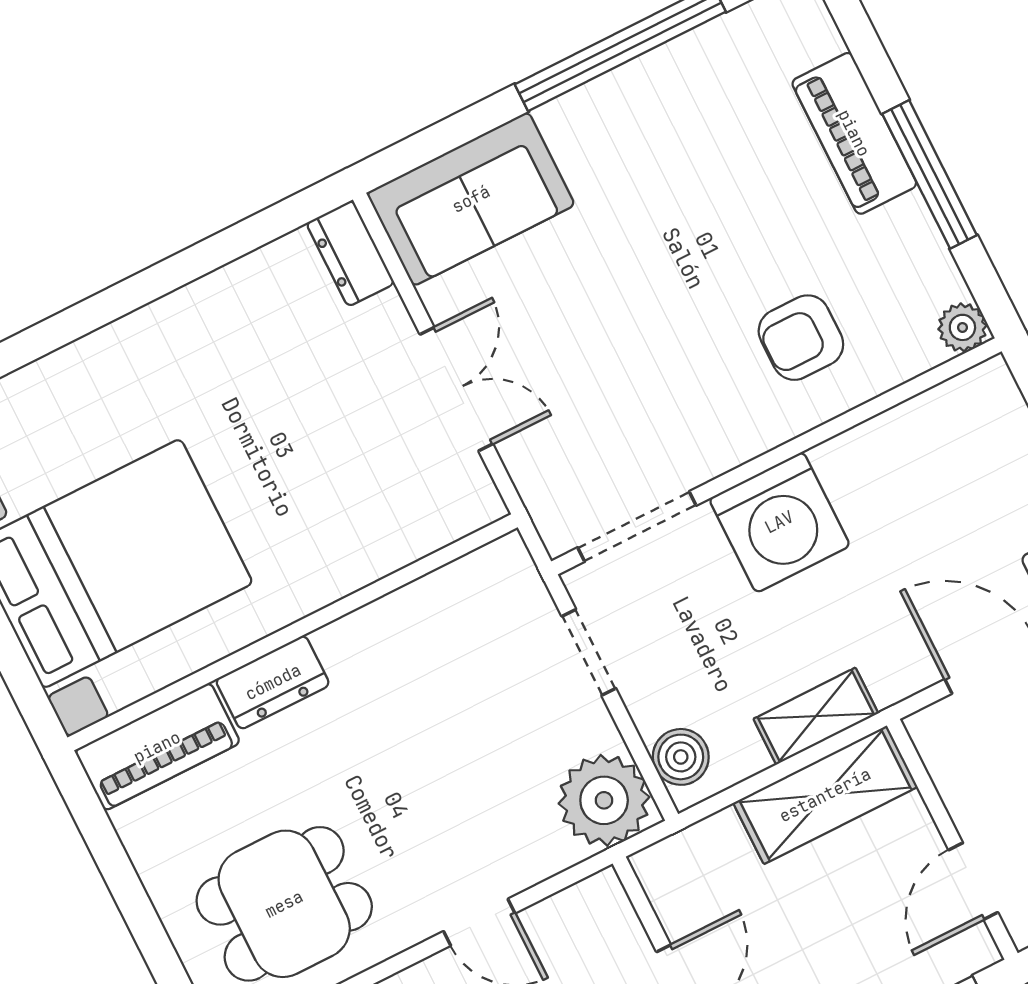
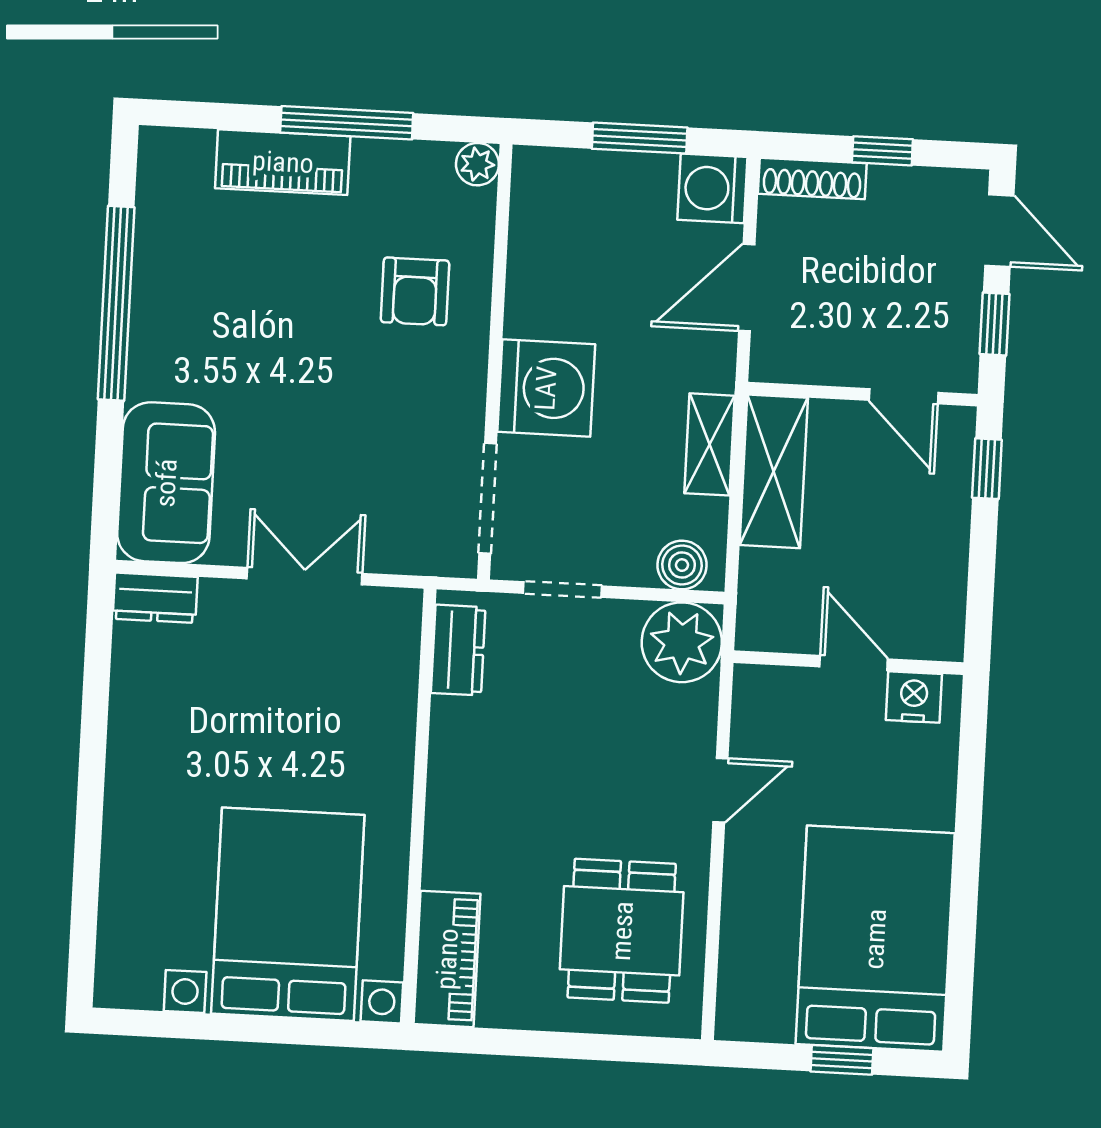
dresser: (273, 682) -> (458, 650), moved

